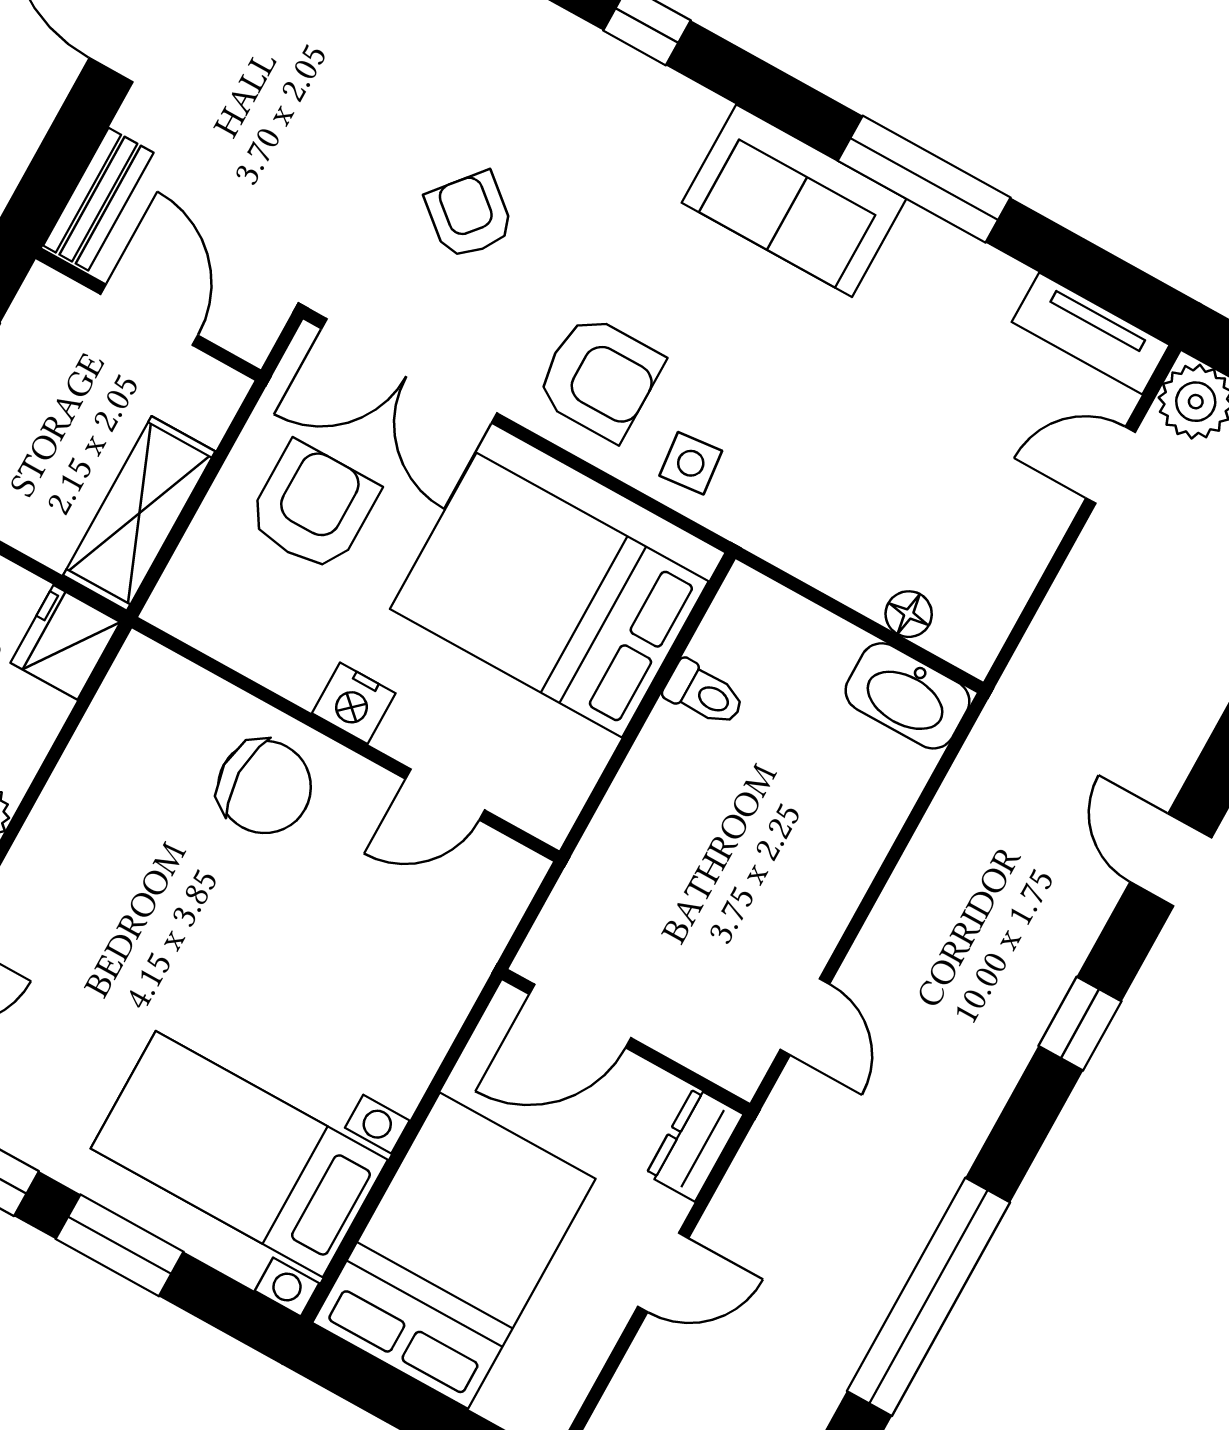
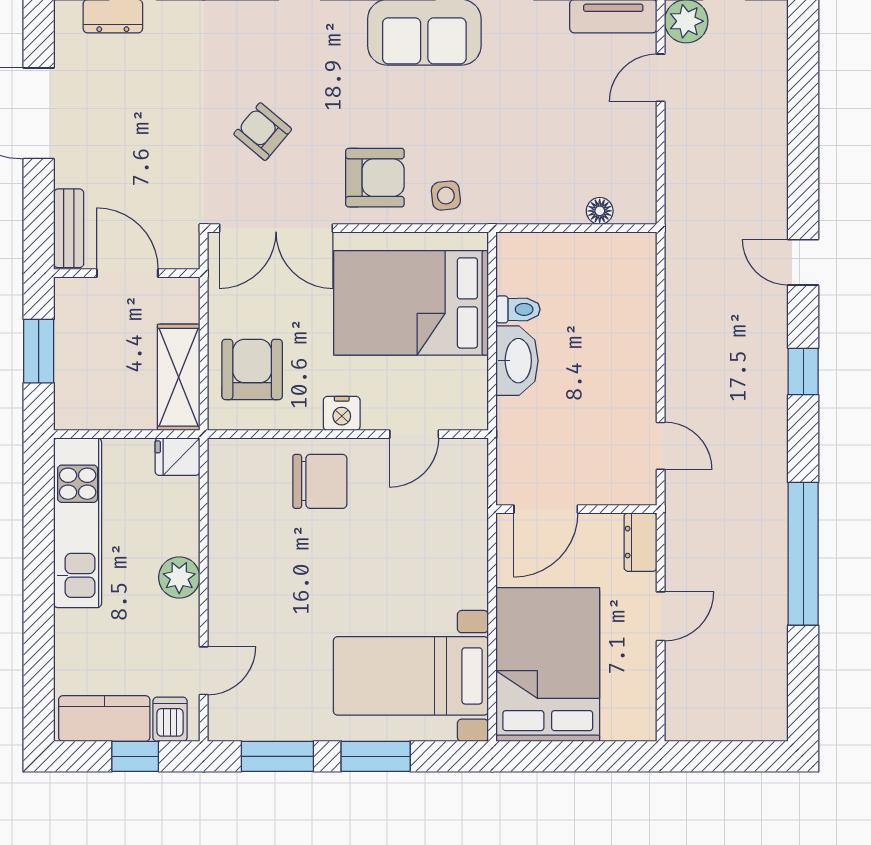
armchair: (313, 507) -> (252, 369), moved
fridge: (66, 642) -> (177, 457), width x0.72
washbasin: (907, 696) -> (517, 361), moved, turned -90

